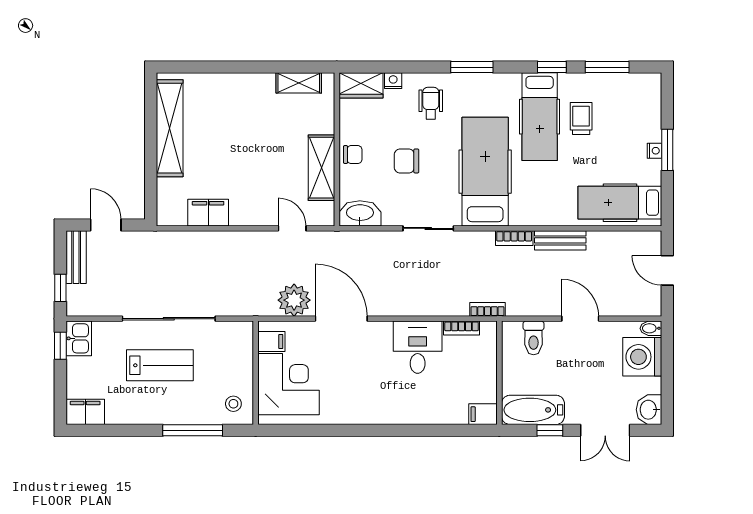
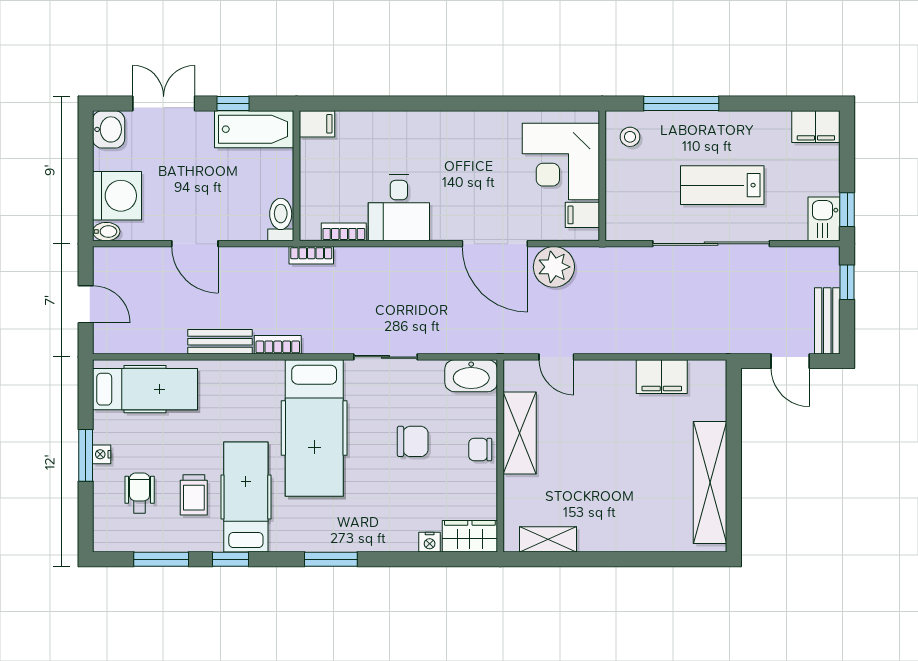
wheelchair: (431, 103) -> (140, 493), moved, turned 180
toilet: (534, 338) -> (281, 219), moved

